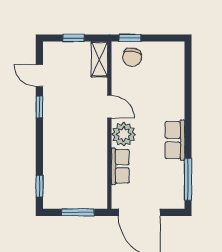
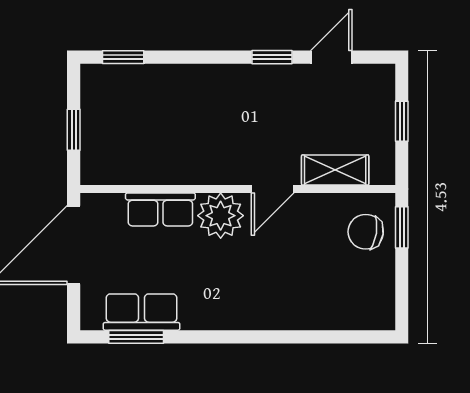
shelving: (99, 59) -> (335, 170), moved
row of seats: (175, 140) -> (141, 312), moved
window: (188, 179) -> (136, 337), width x0.69
window: (78, 212) -> (74, 130), width x0.67

